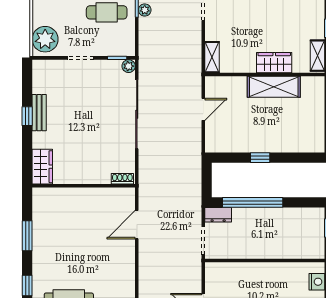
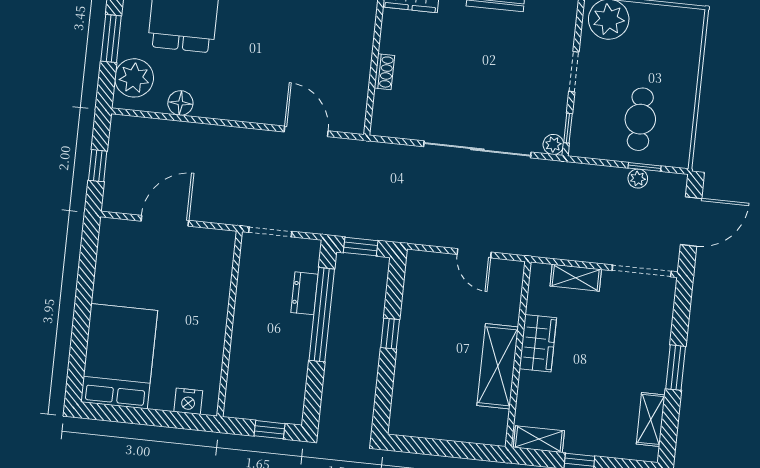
shelving: (212, 57) -> (576, 278), moved
wardrobe: (274, 63) -> (538, 343), moved
shoe rack: (122, 179) -> (384, 72), moved
window: (207, 182) -> (361, 247), added
dresser: (218, 215) -> (305, 293), moved

